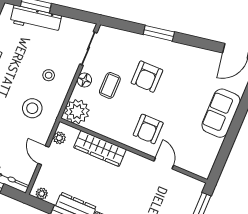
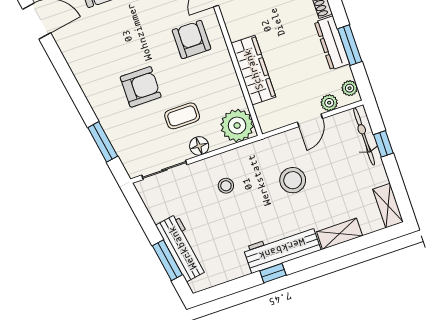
window: (159, 33) -> (103, 142), moved
stool: (32, 108) -> (293, 180), moved
armchair: (148, 129) -> (192, 40), turned -90
plant: (59, 138) -> (329, 103), moved

